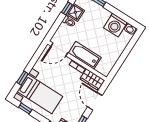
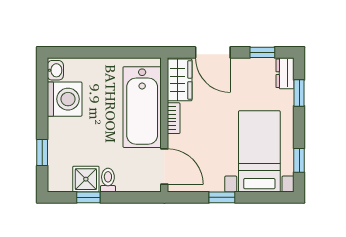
bathtub: (85, 55) -> (142, 107), width x1.36, depth x1.36
window: (22, 78) -> (222, 197), moved
door: (95, 101) -> (213, 52), hinge flipped

